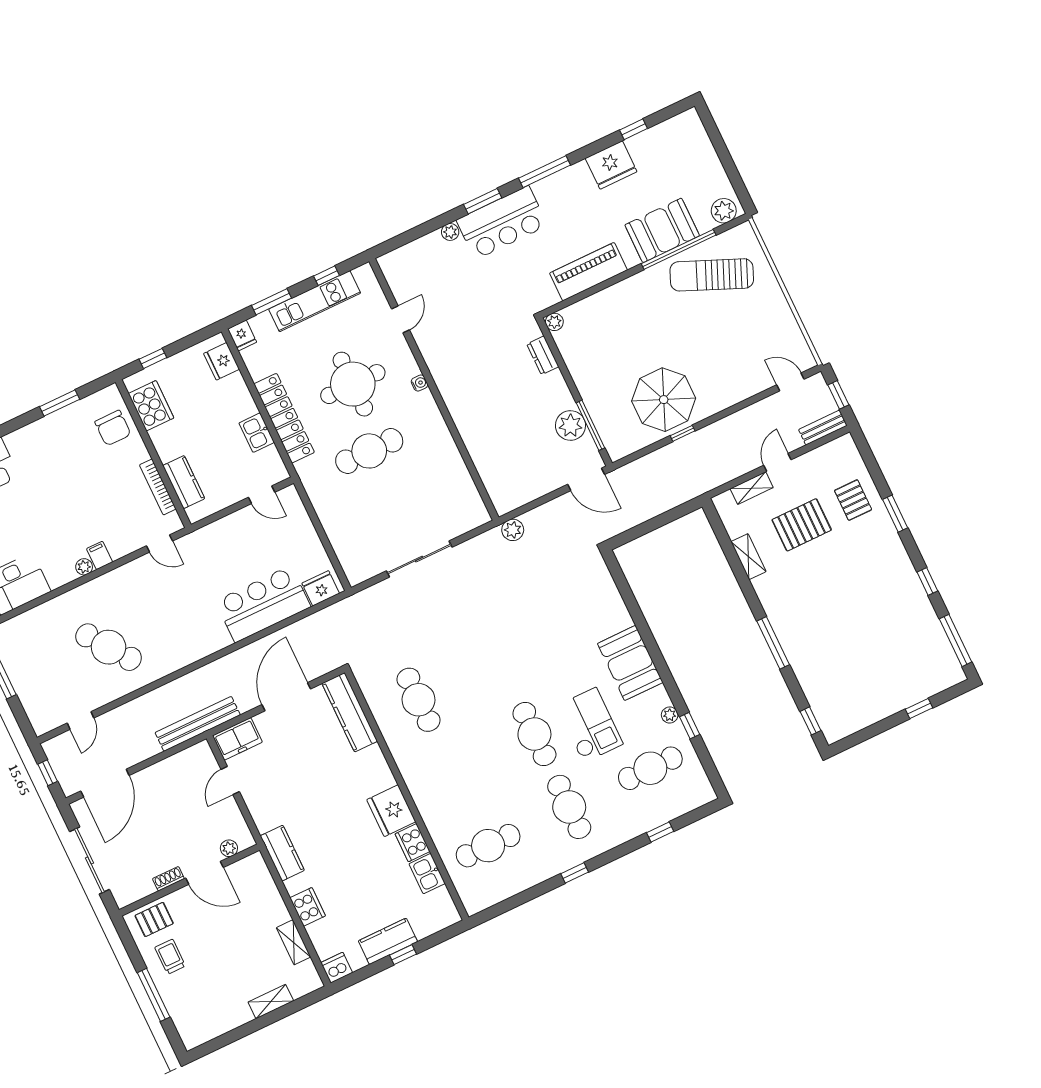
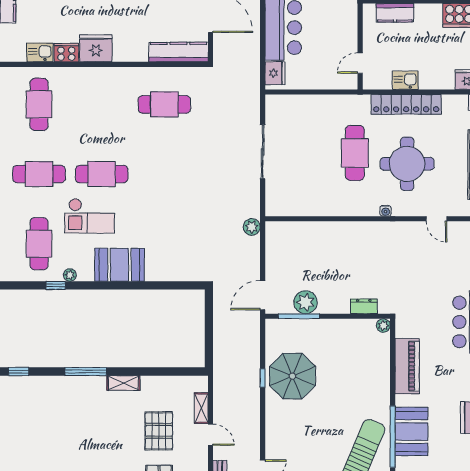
shelving: (748, 557) -> (123, 383), moved

